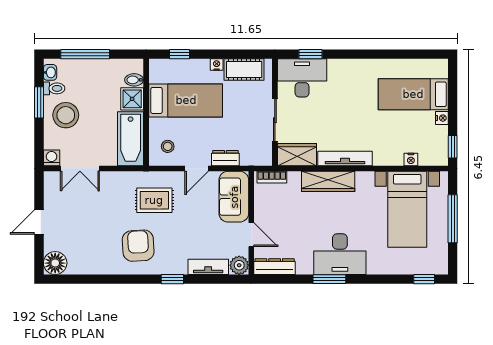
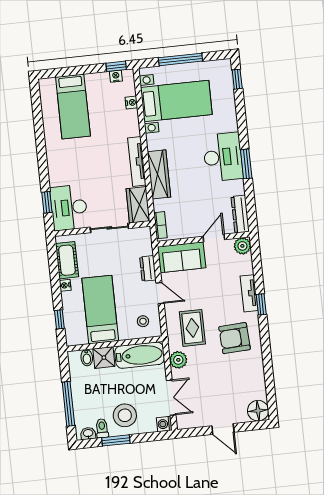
nightstand: (442, 118) -> (116, 76), moved
plant: (121, 181) -> (178, 360), added
tv unit: (208, 267) -> (249, 293), moved

